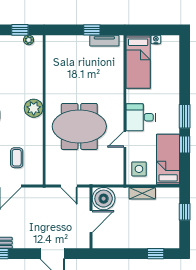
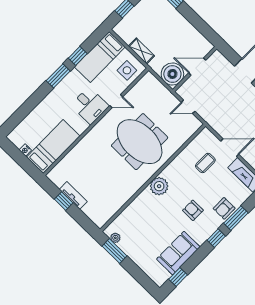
window: (20, 30) -> (115, 251), width x1.50
tv unit: (104, 41) -> (73, 195), moved
door: (69, 186) -> (188, 107), swing flipped

